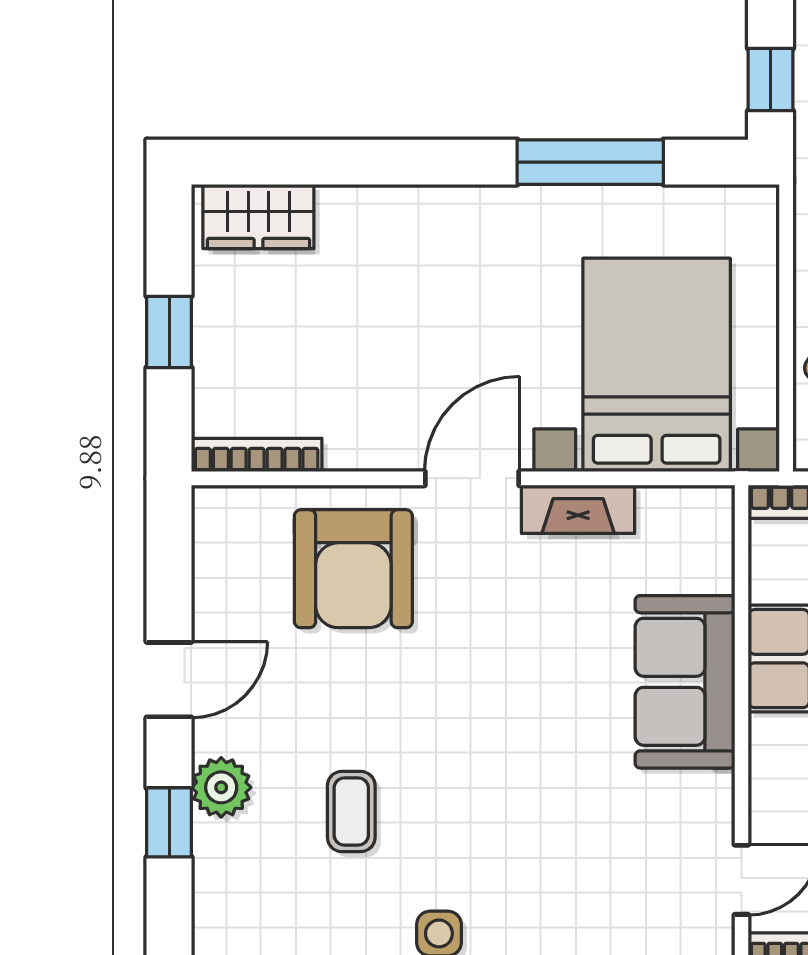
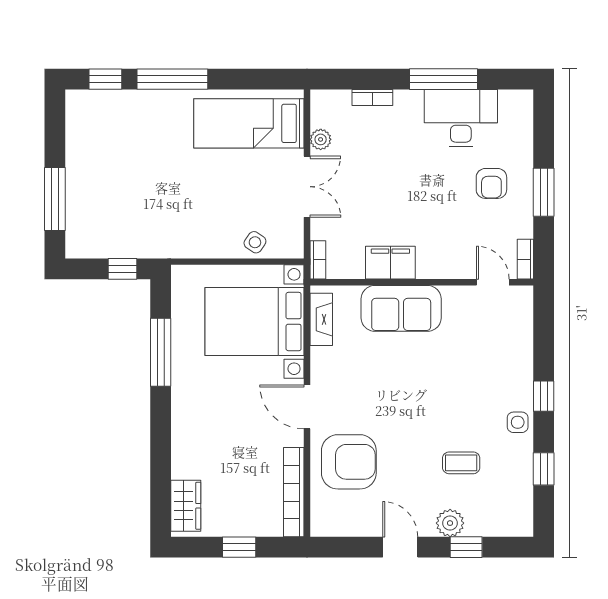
bookcase: (257, 455) -> (294, 492), width x1.48, depth x1.31
fireplace: (578, 509) -> (321, 319), moved

